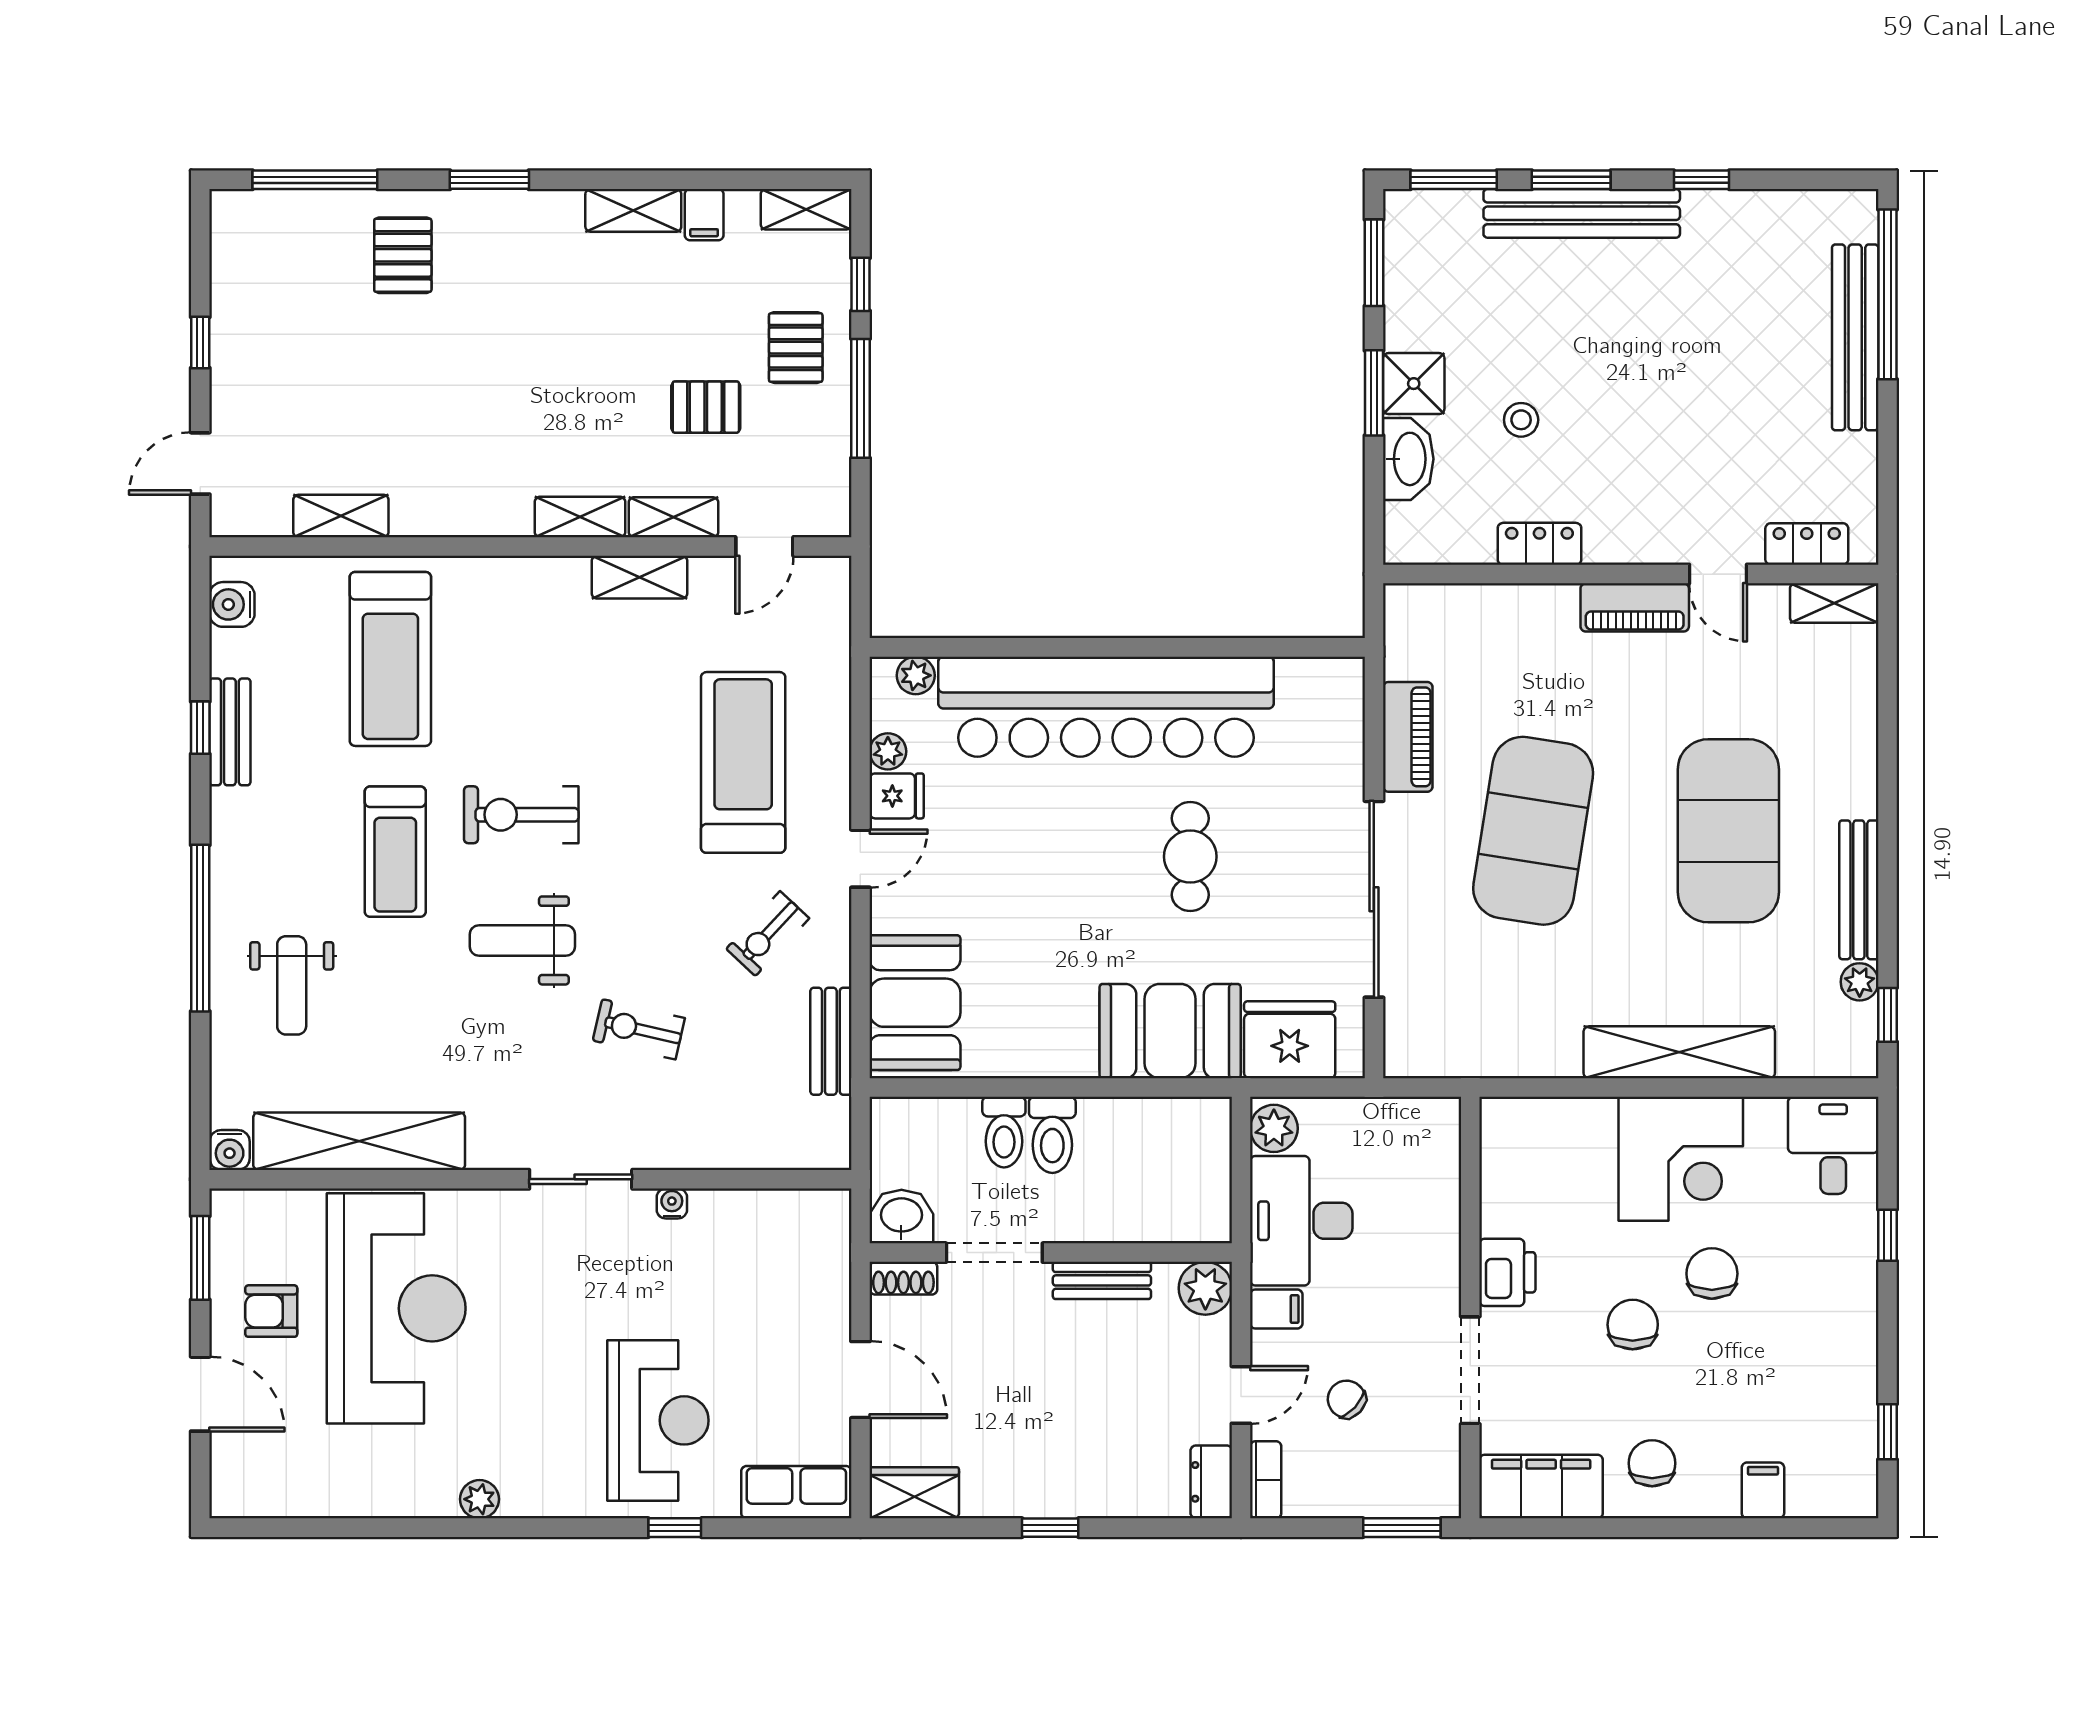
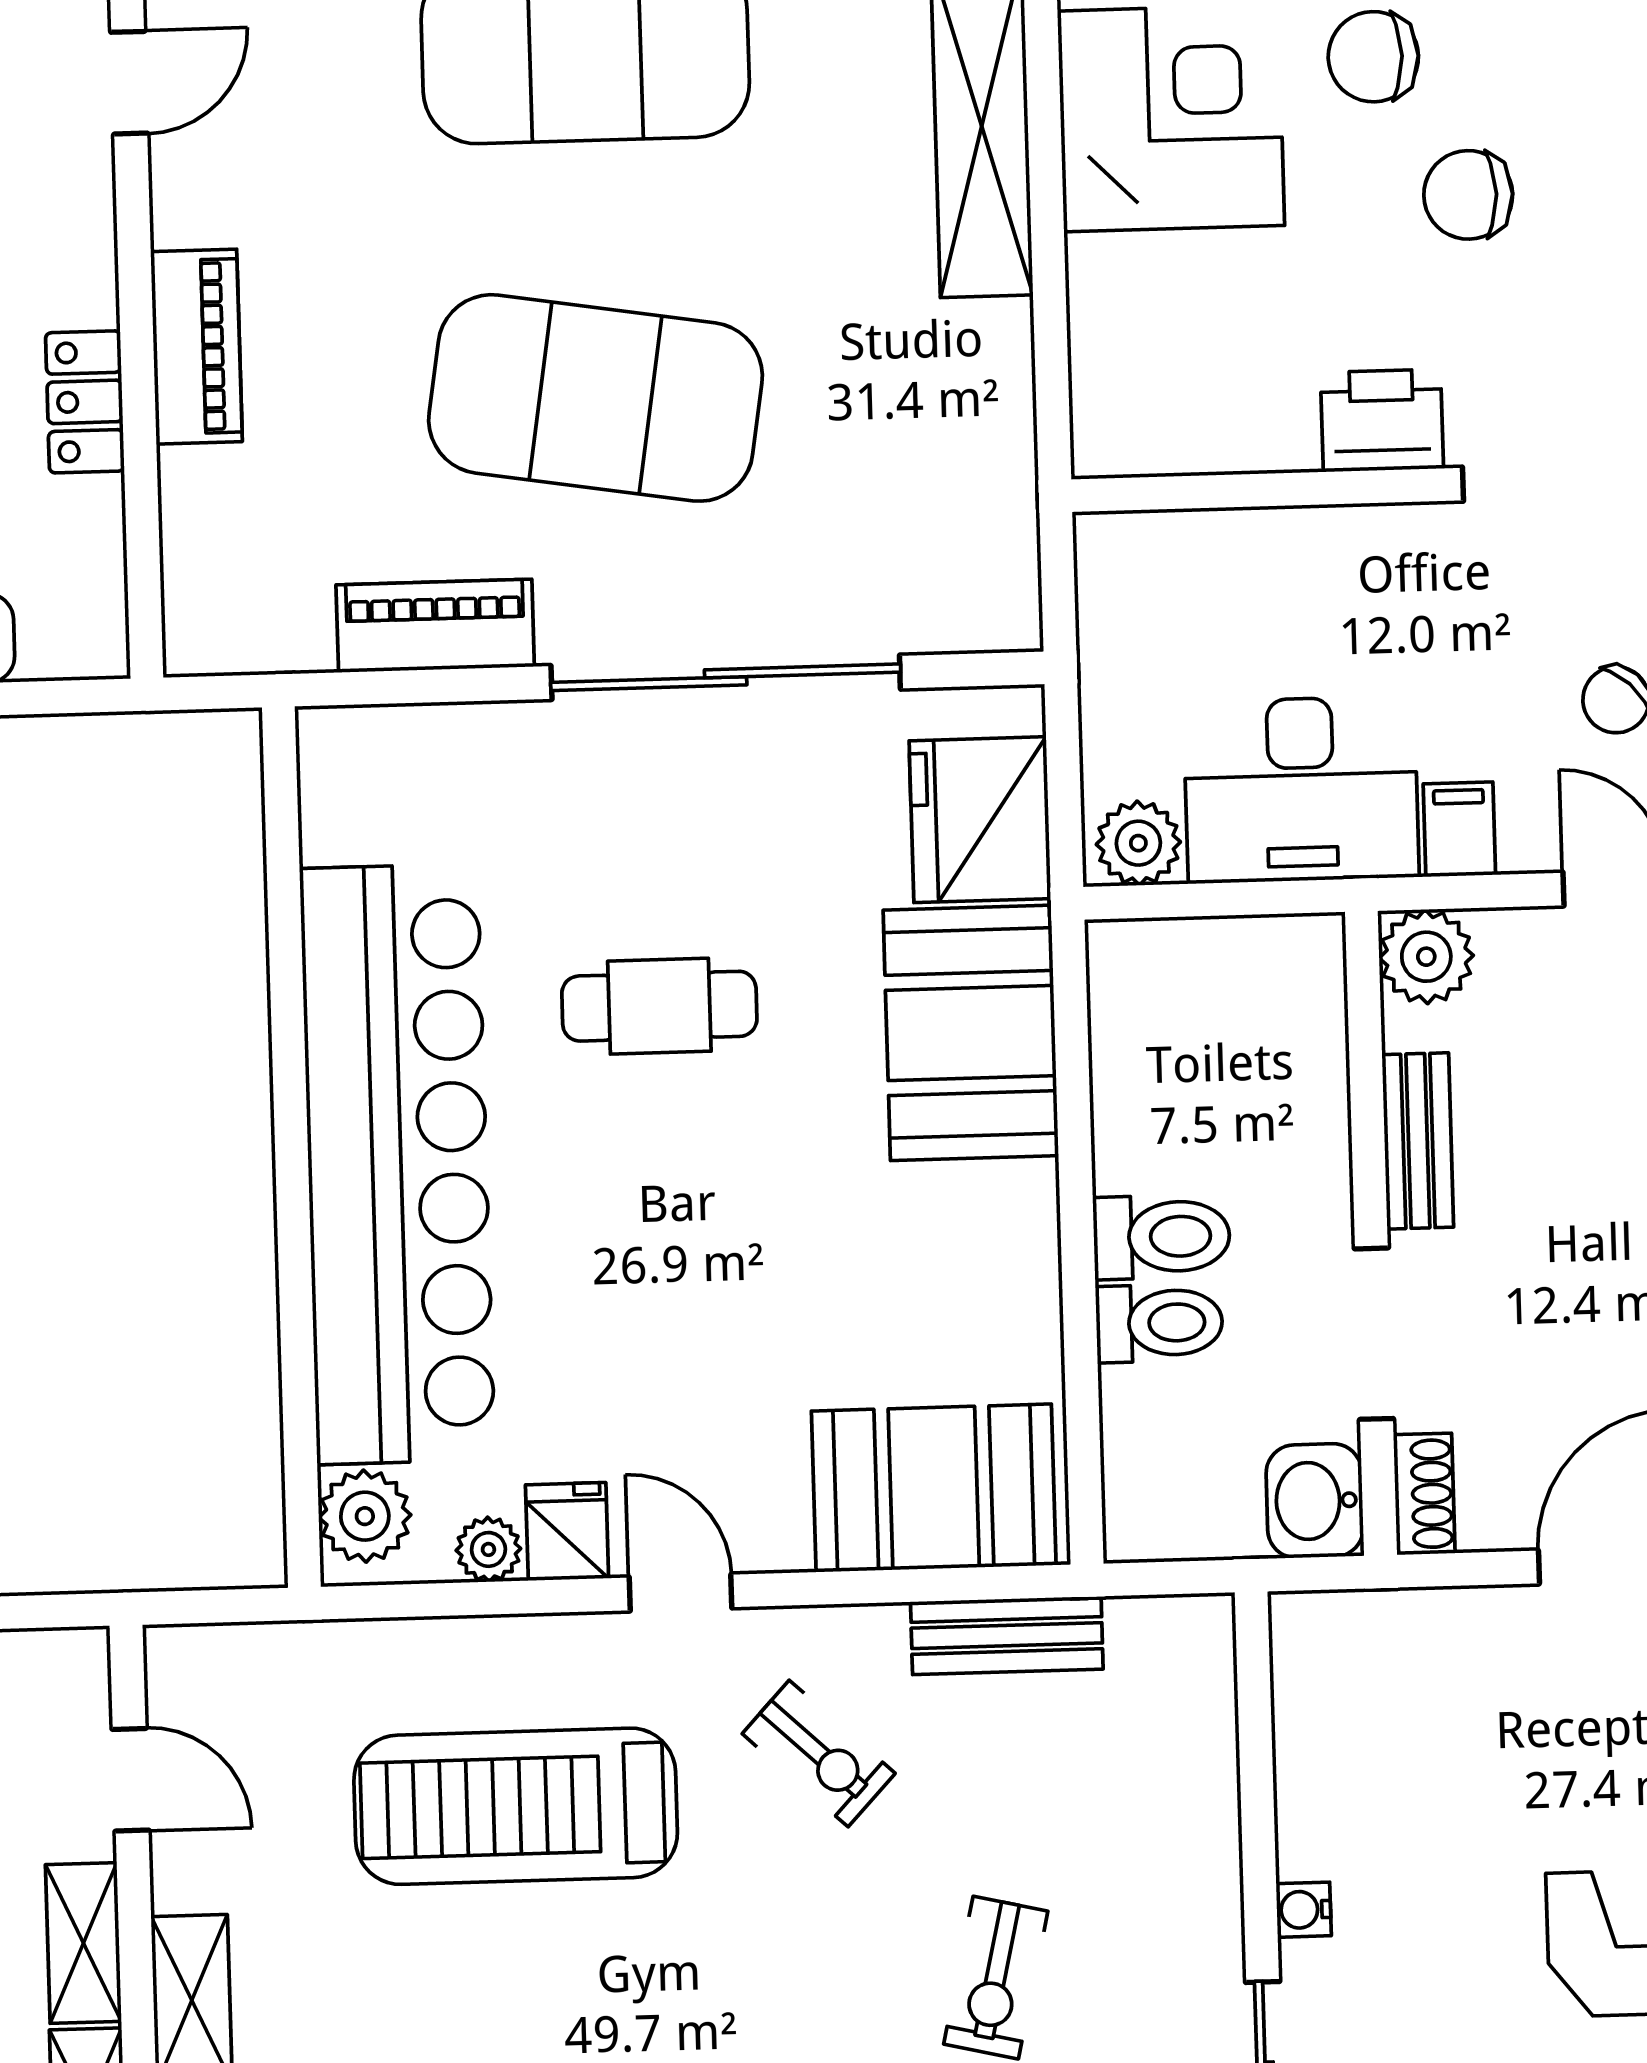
piano: (1635, 607) -> (196, 347), moved
plant: (916, 675) -> (365, 1516), width x1.38, depth x1.38

